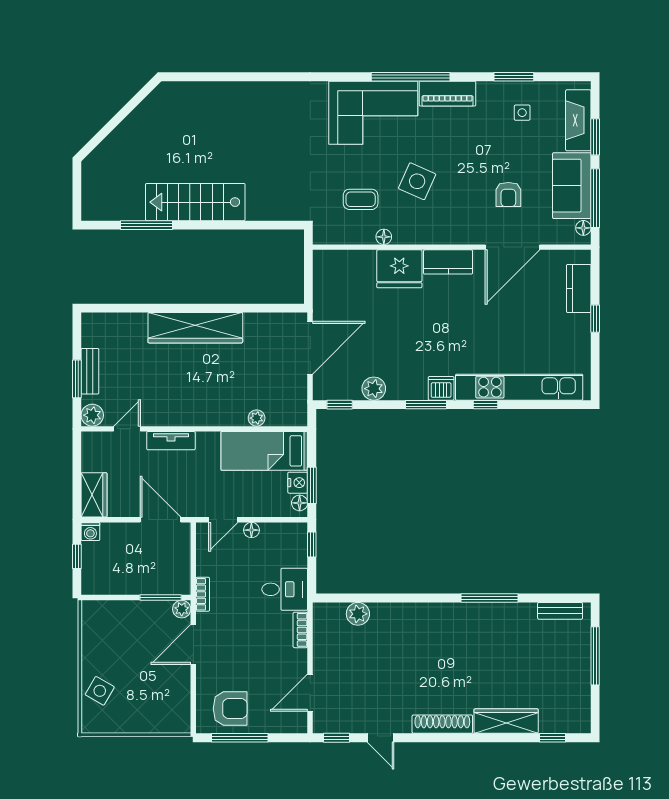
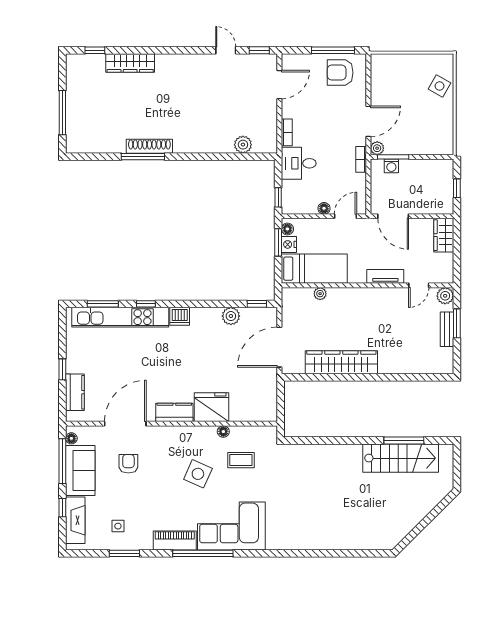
window: (595, 137) -> (62, 508), width x0.67
stairs: (195, 202) -> (401, 458), moved
wardrobe: (195, 328) -> (341, 362), moved
window: (426, 405) -> (103, 304), moved
washing machine: (90, 532) -> (391, 166), moved, turned 180
bench: (560, 611) -> (89, 147), removed
shoe rack: (442, 724) -> (149, 146), moved, turned 180

